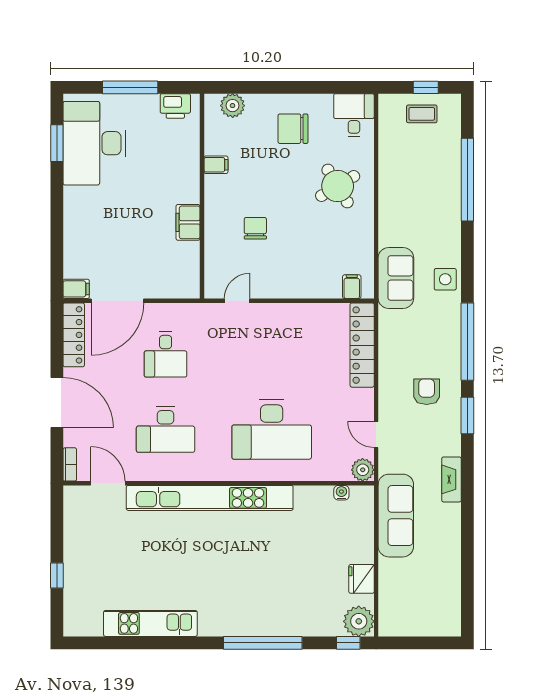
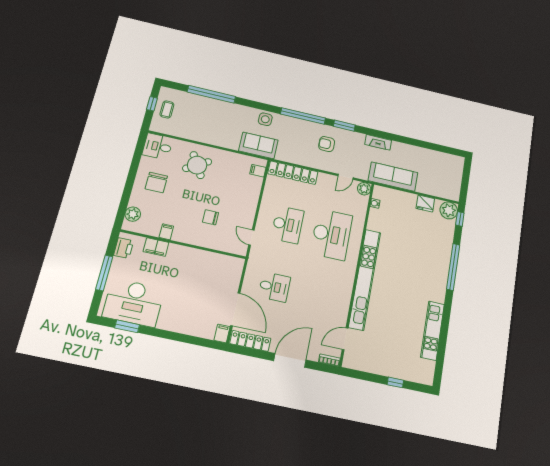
filing cabinet: (188, 222) -> (156, 247), moved
desk: (166, 430) -> (287, 225), moved

